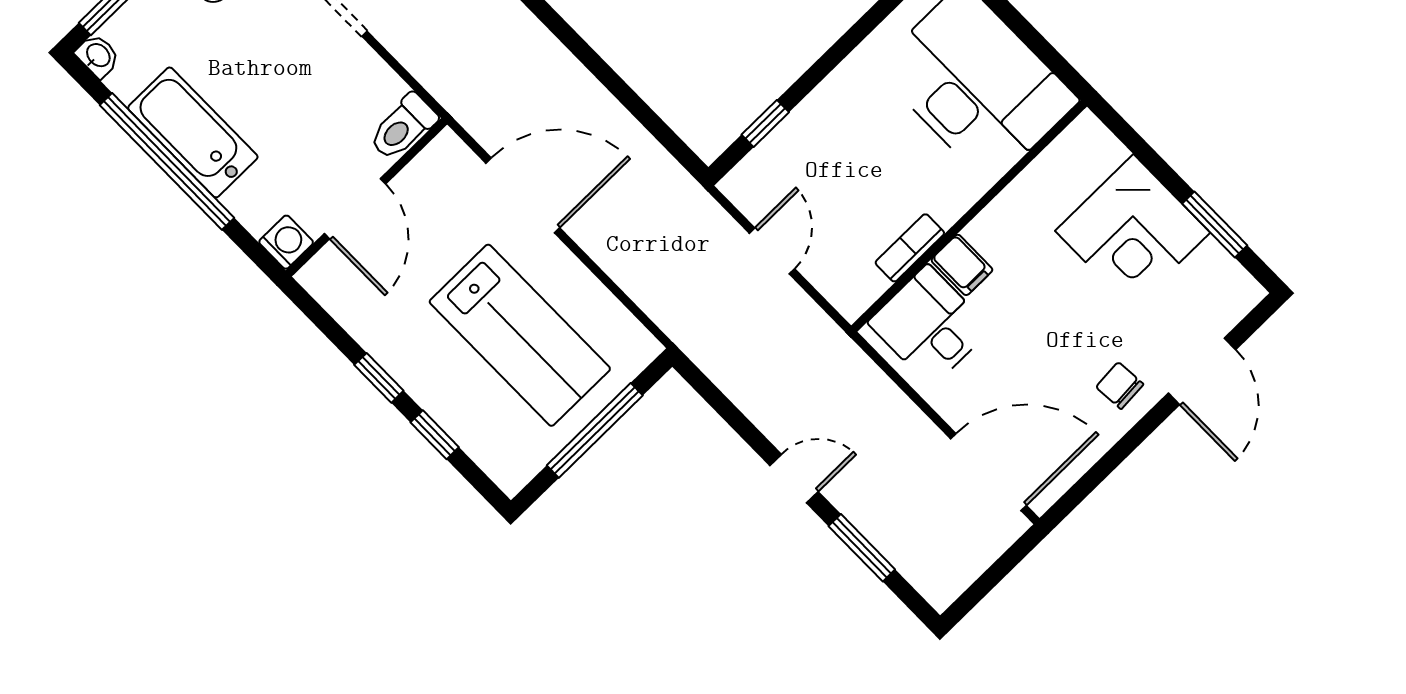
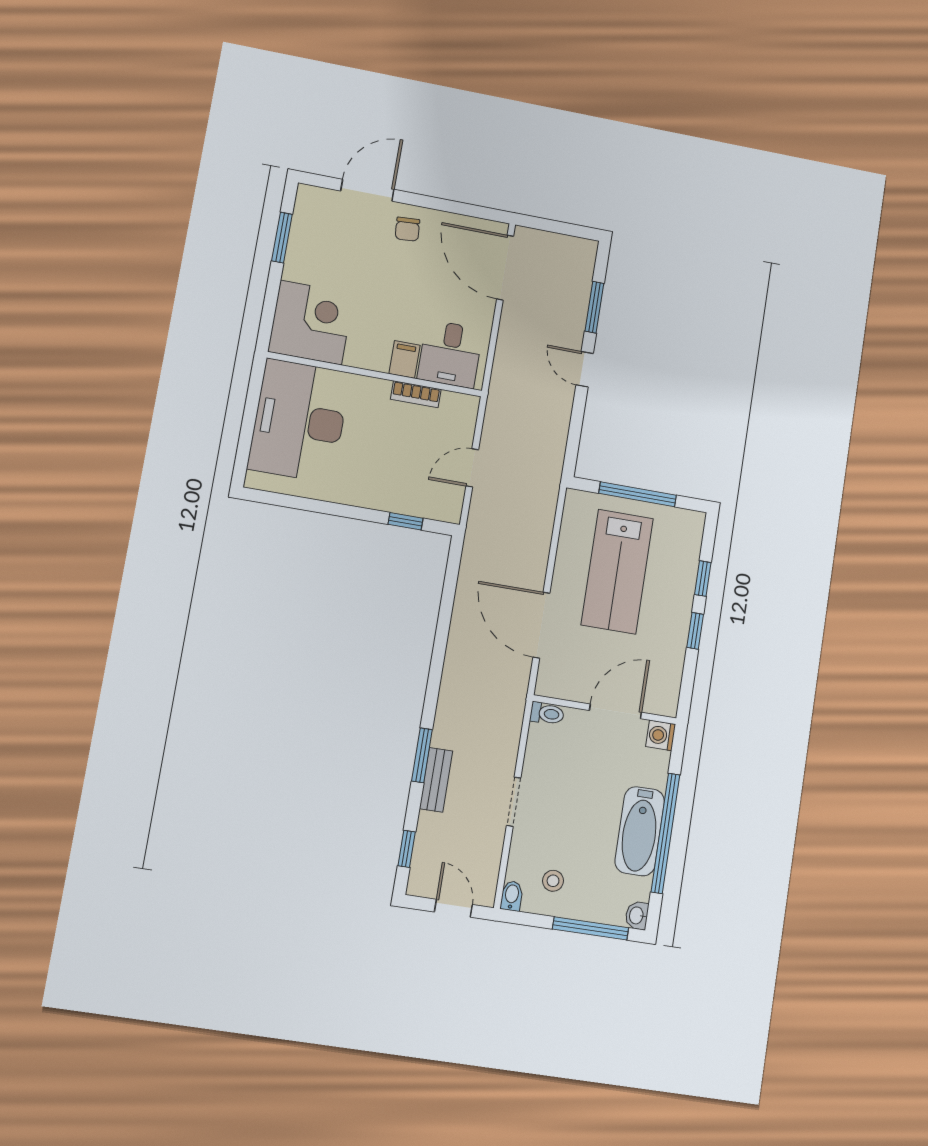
toilet: (403, 127) -> (547, 714), width x0.73, depth x0.72
corner desk: (1133, 232) -> (311, 323), moved
lab bench: (520, 335) -> (617, 572), turned 180

